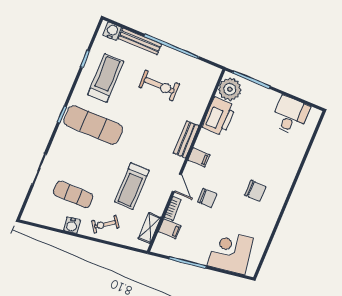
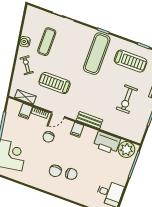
chair: (261, 168) -> (71, 174), added

